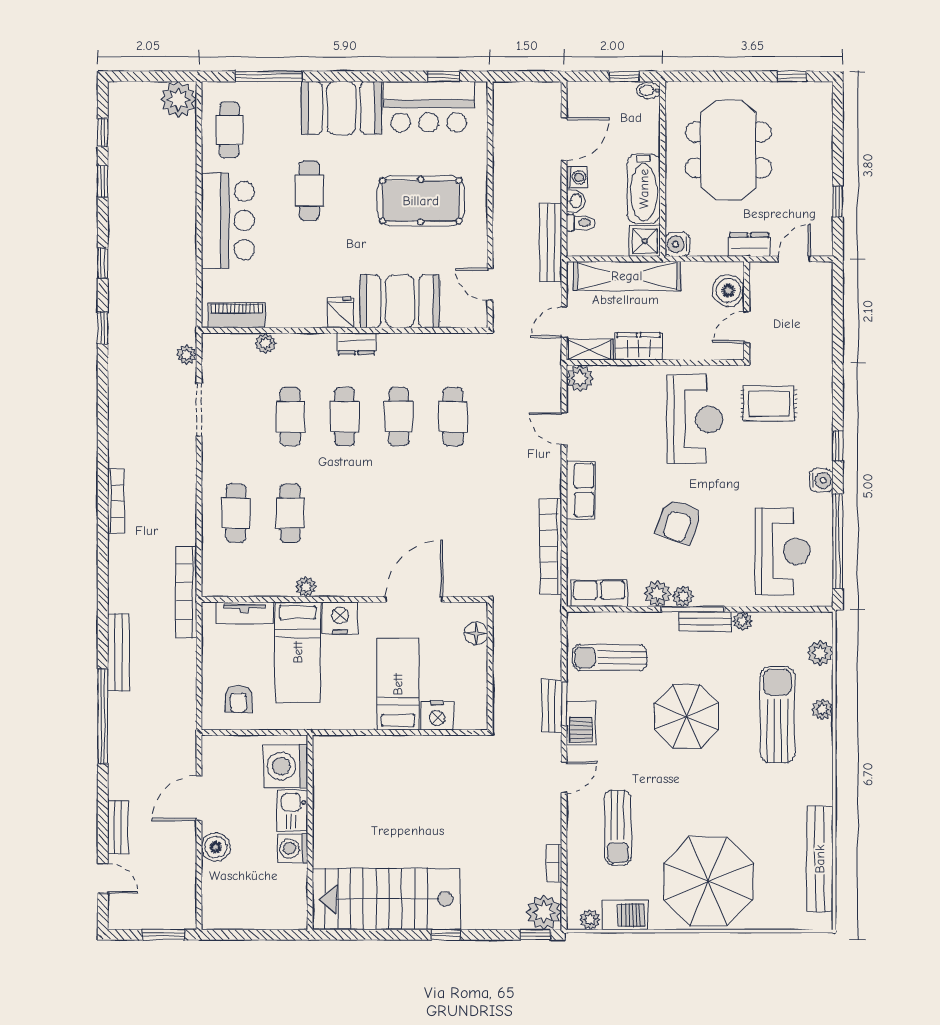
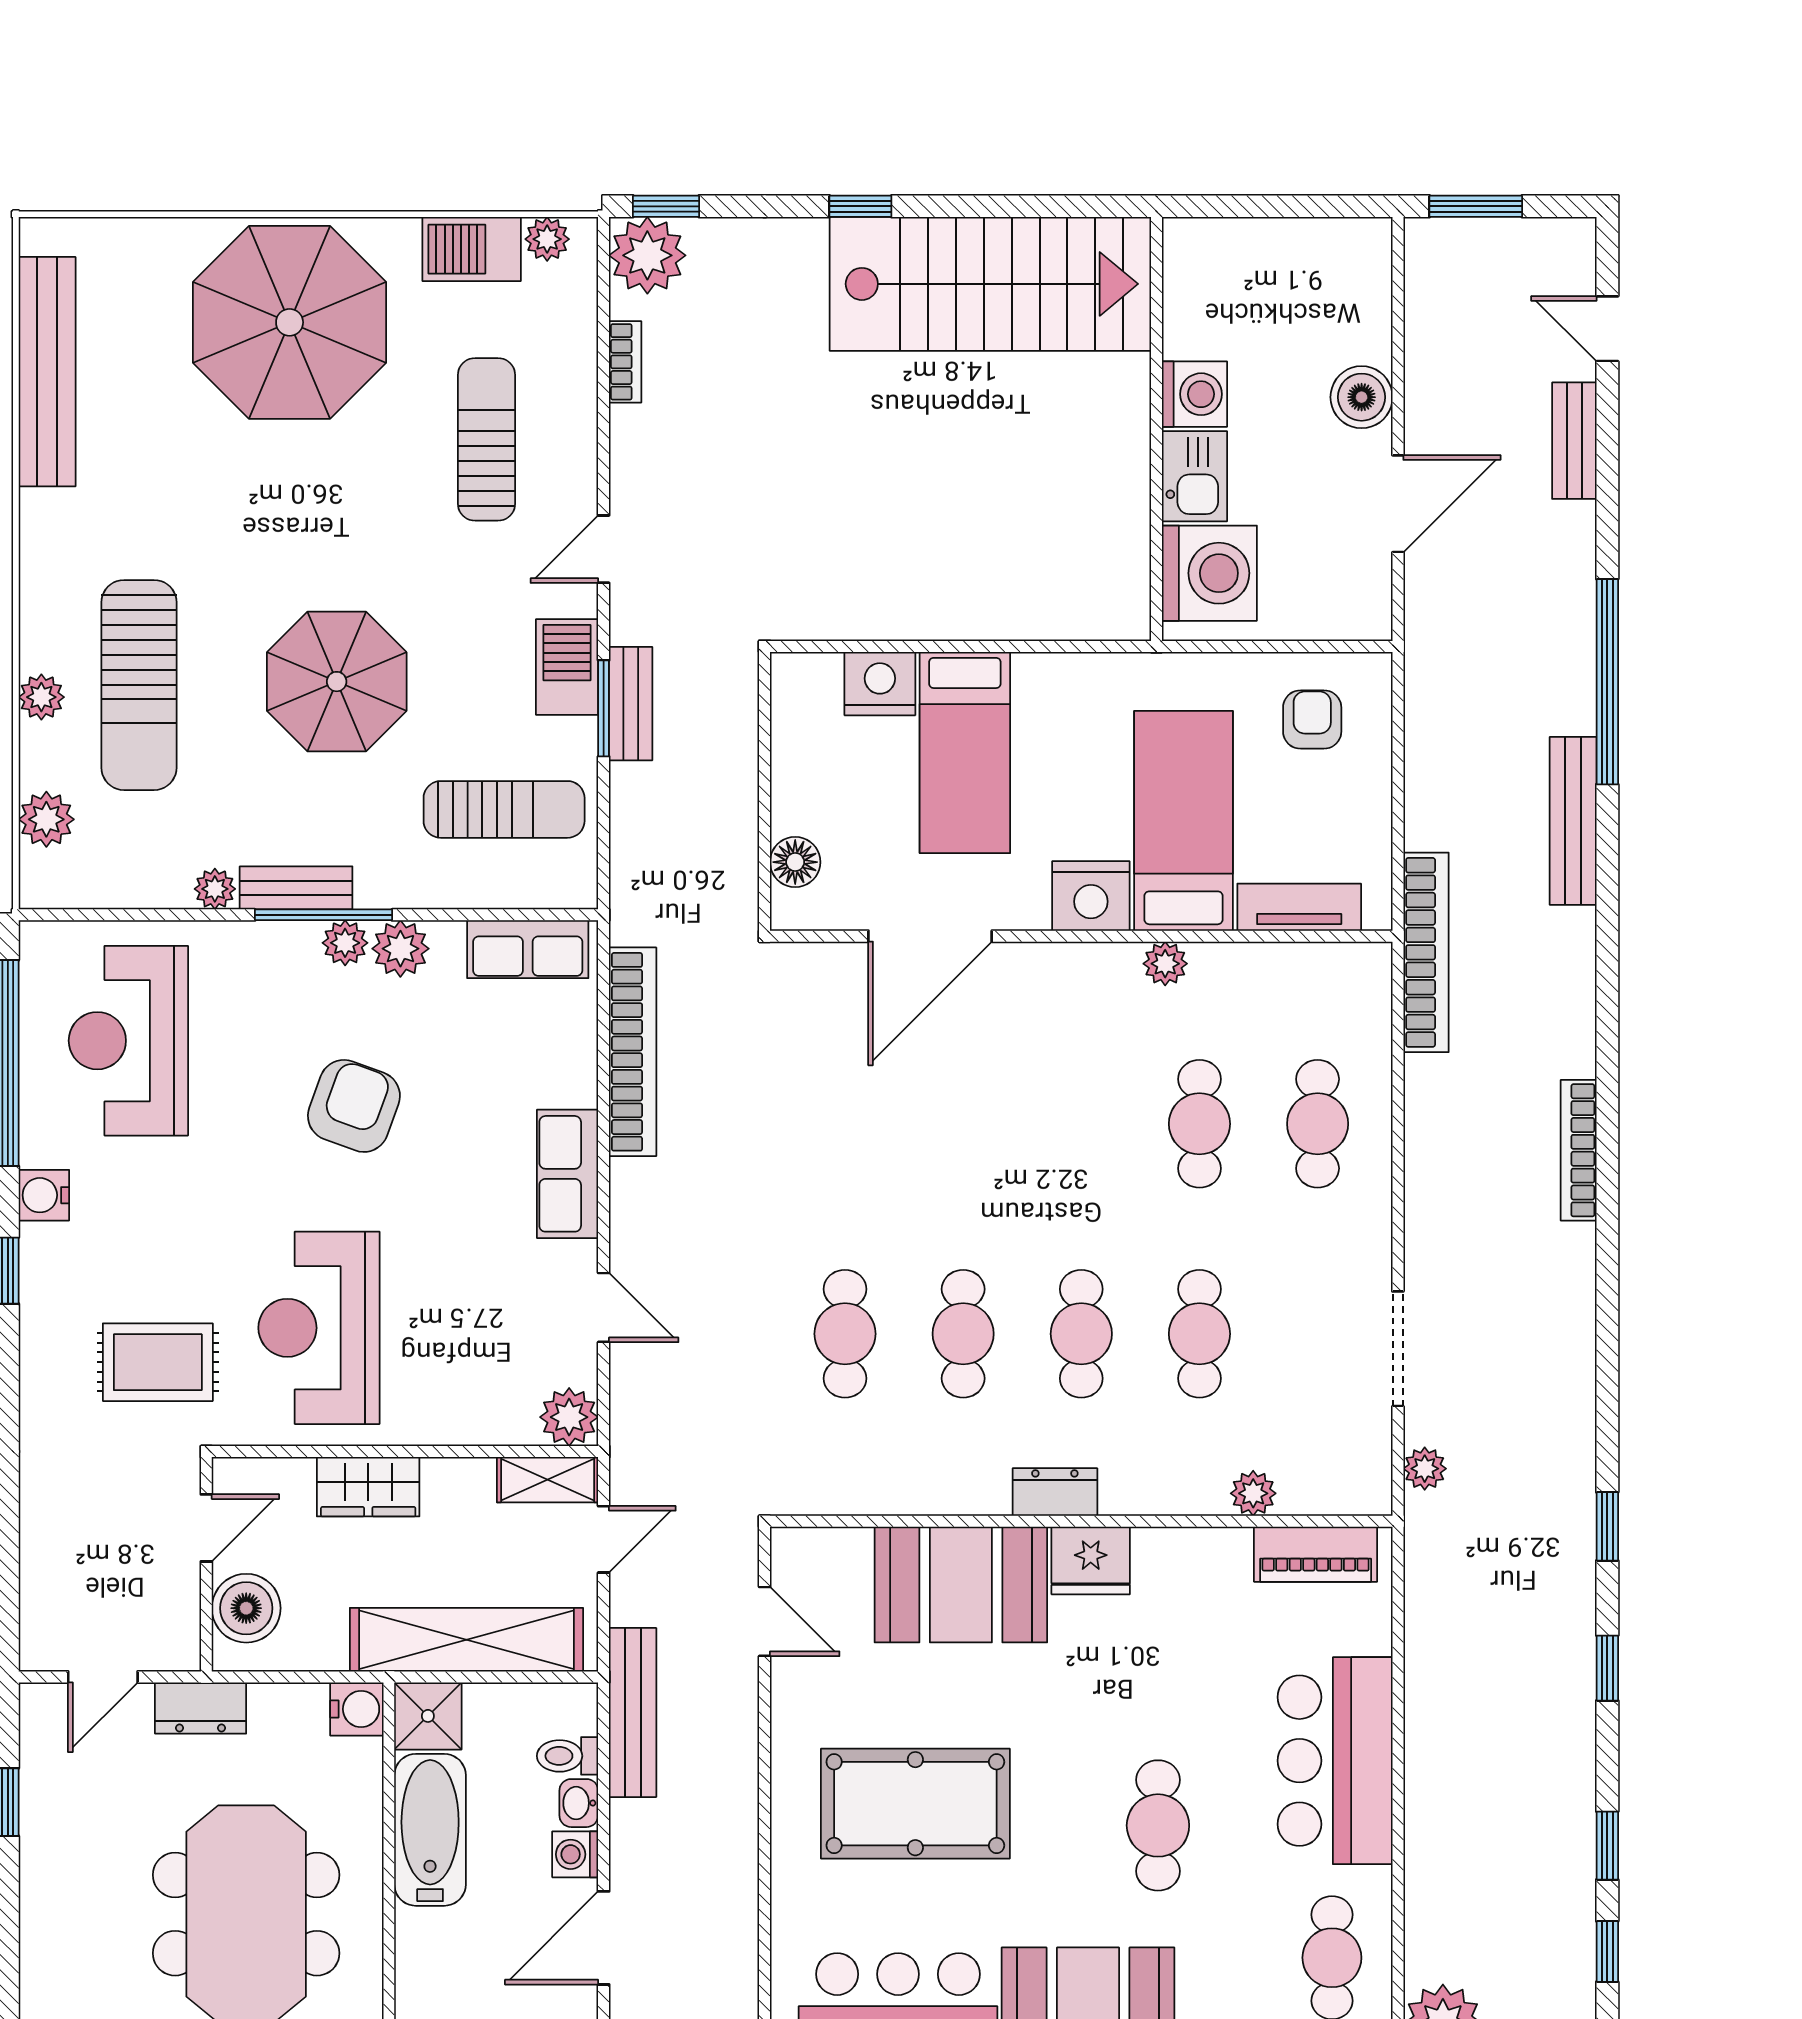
fridge: (340, 312) -> (1091, 1560), width x1.38
wardrobe: (639, 346) -> (368, 1487), moved

